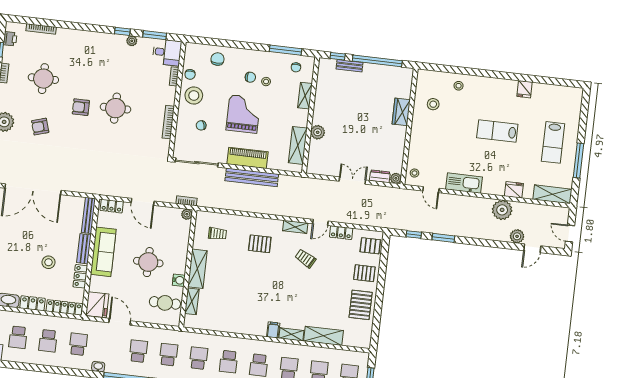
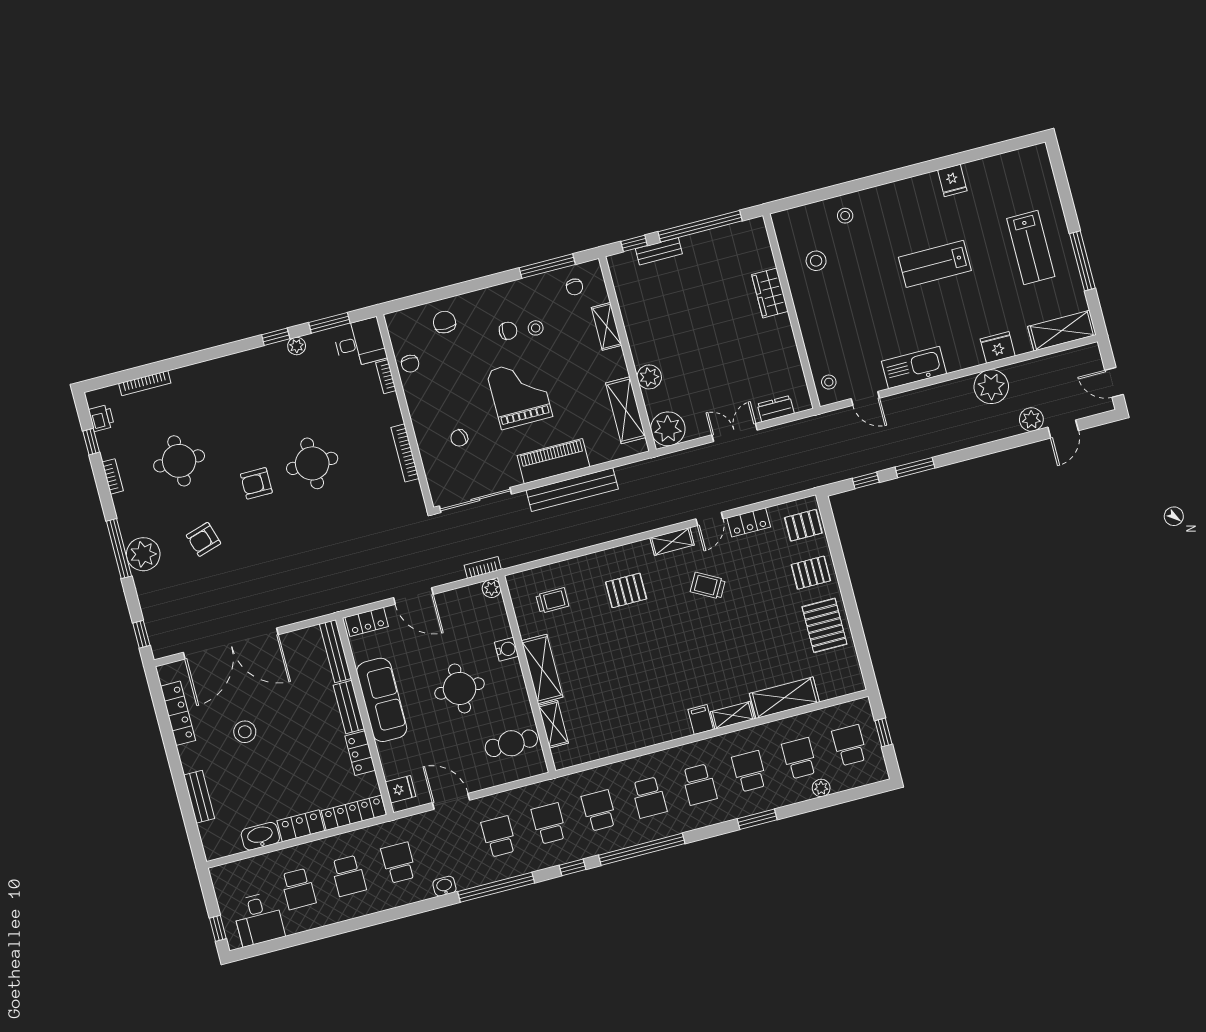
stool: (194, 95) -> (429, 395), removed
plant: (396, 178) -> (668, 429), moved, width x1.87, depth x1.87
stool: (48, 262) -> (245, 732), moved
water cooler: (179, 280) -> (507, 649), moved
fridge: (97, 305) -> (400, 789), width x0.53, depth x0.75

